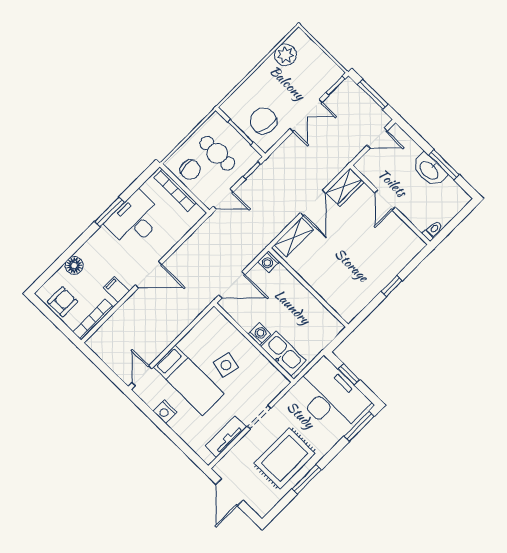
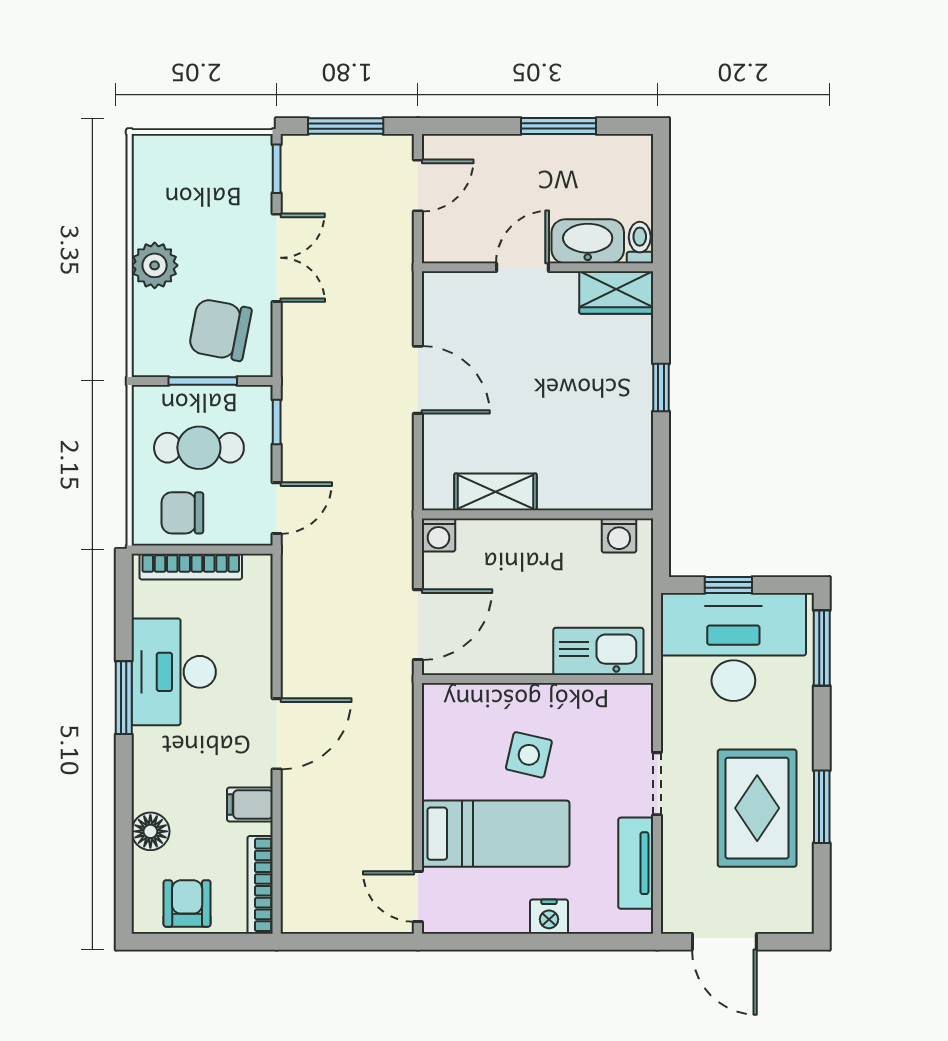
plant: (285, 55) -> (155, 265), moved
chair: (190, 170) -> (182, 513), turned 180
washbasin: (429, 170) -> (588, 241), moved, turned 180
wardrobe: (345, 187) -> (616, 293), moved, turned 90
door: (385, 200) -> (523, 267), swing flipped
shelving: (294, 237) -> (495, 492), moved, turned 90
washing machine: (259, 334) -> (619, 535), moved, turned 180
nightstand: (165, 412) -> (549, 917), moved

